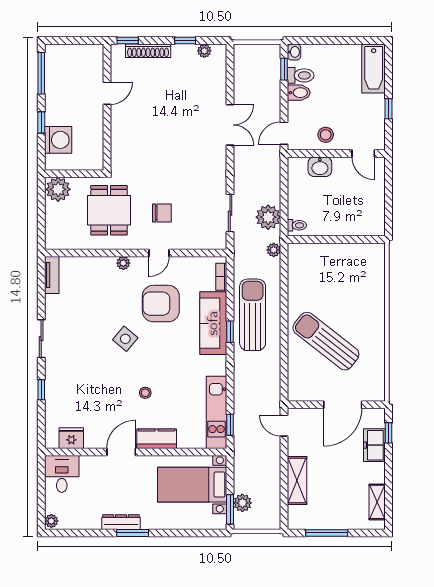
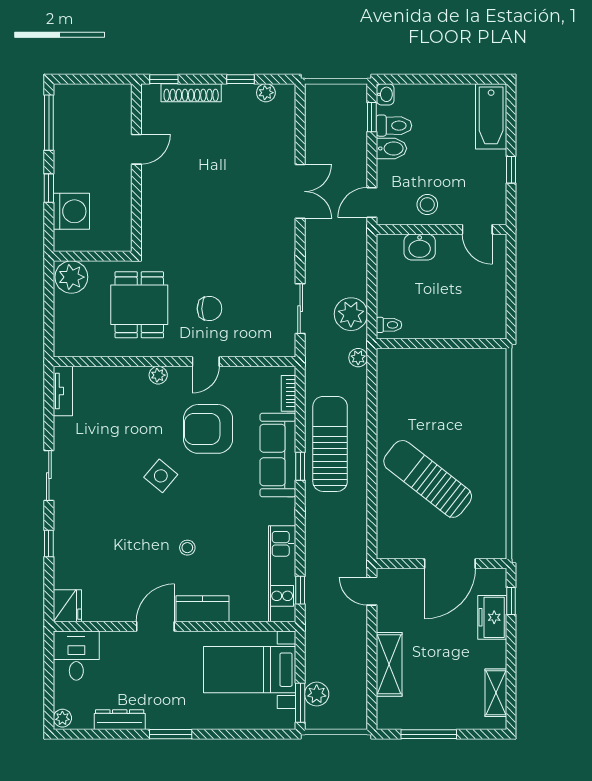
fridge: (71, 438) -> (67, 606), moved, turned 90
dresser: (121, 522) -> (120, 720), moved

